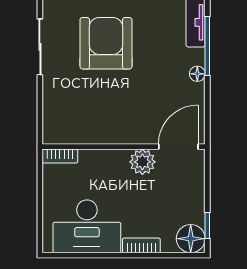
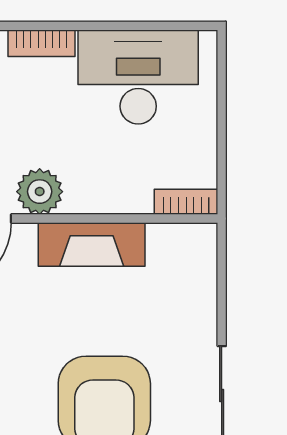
fireplace: (113, 132) -> (92, 244), added

